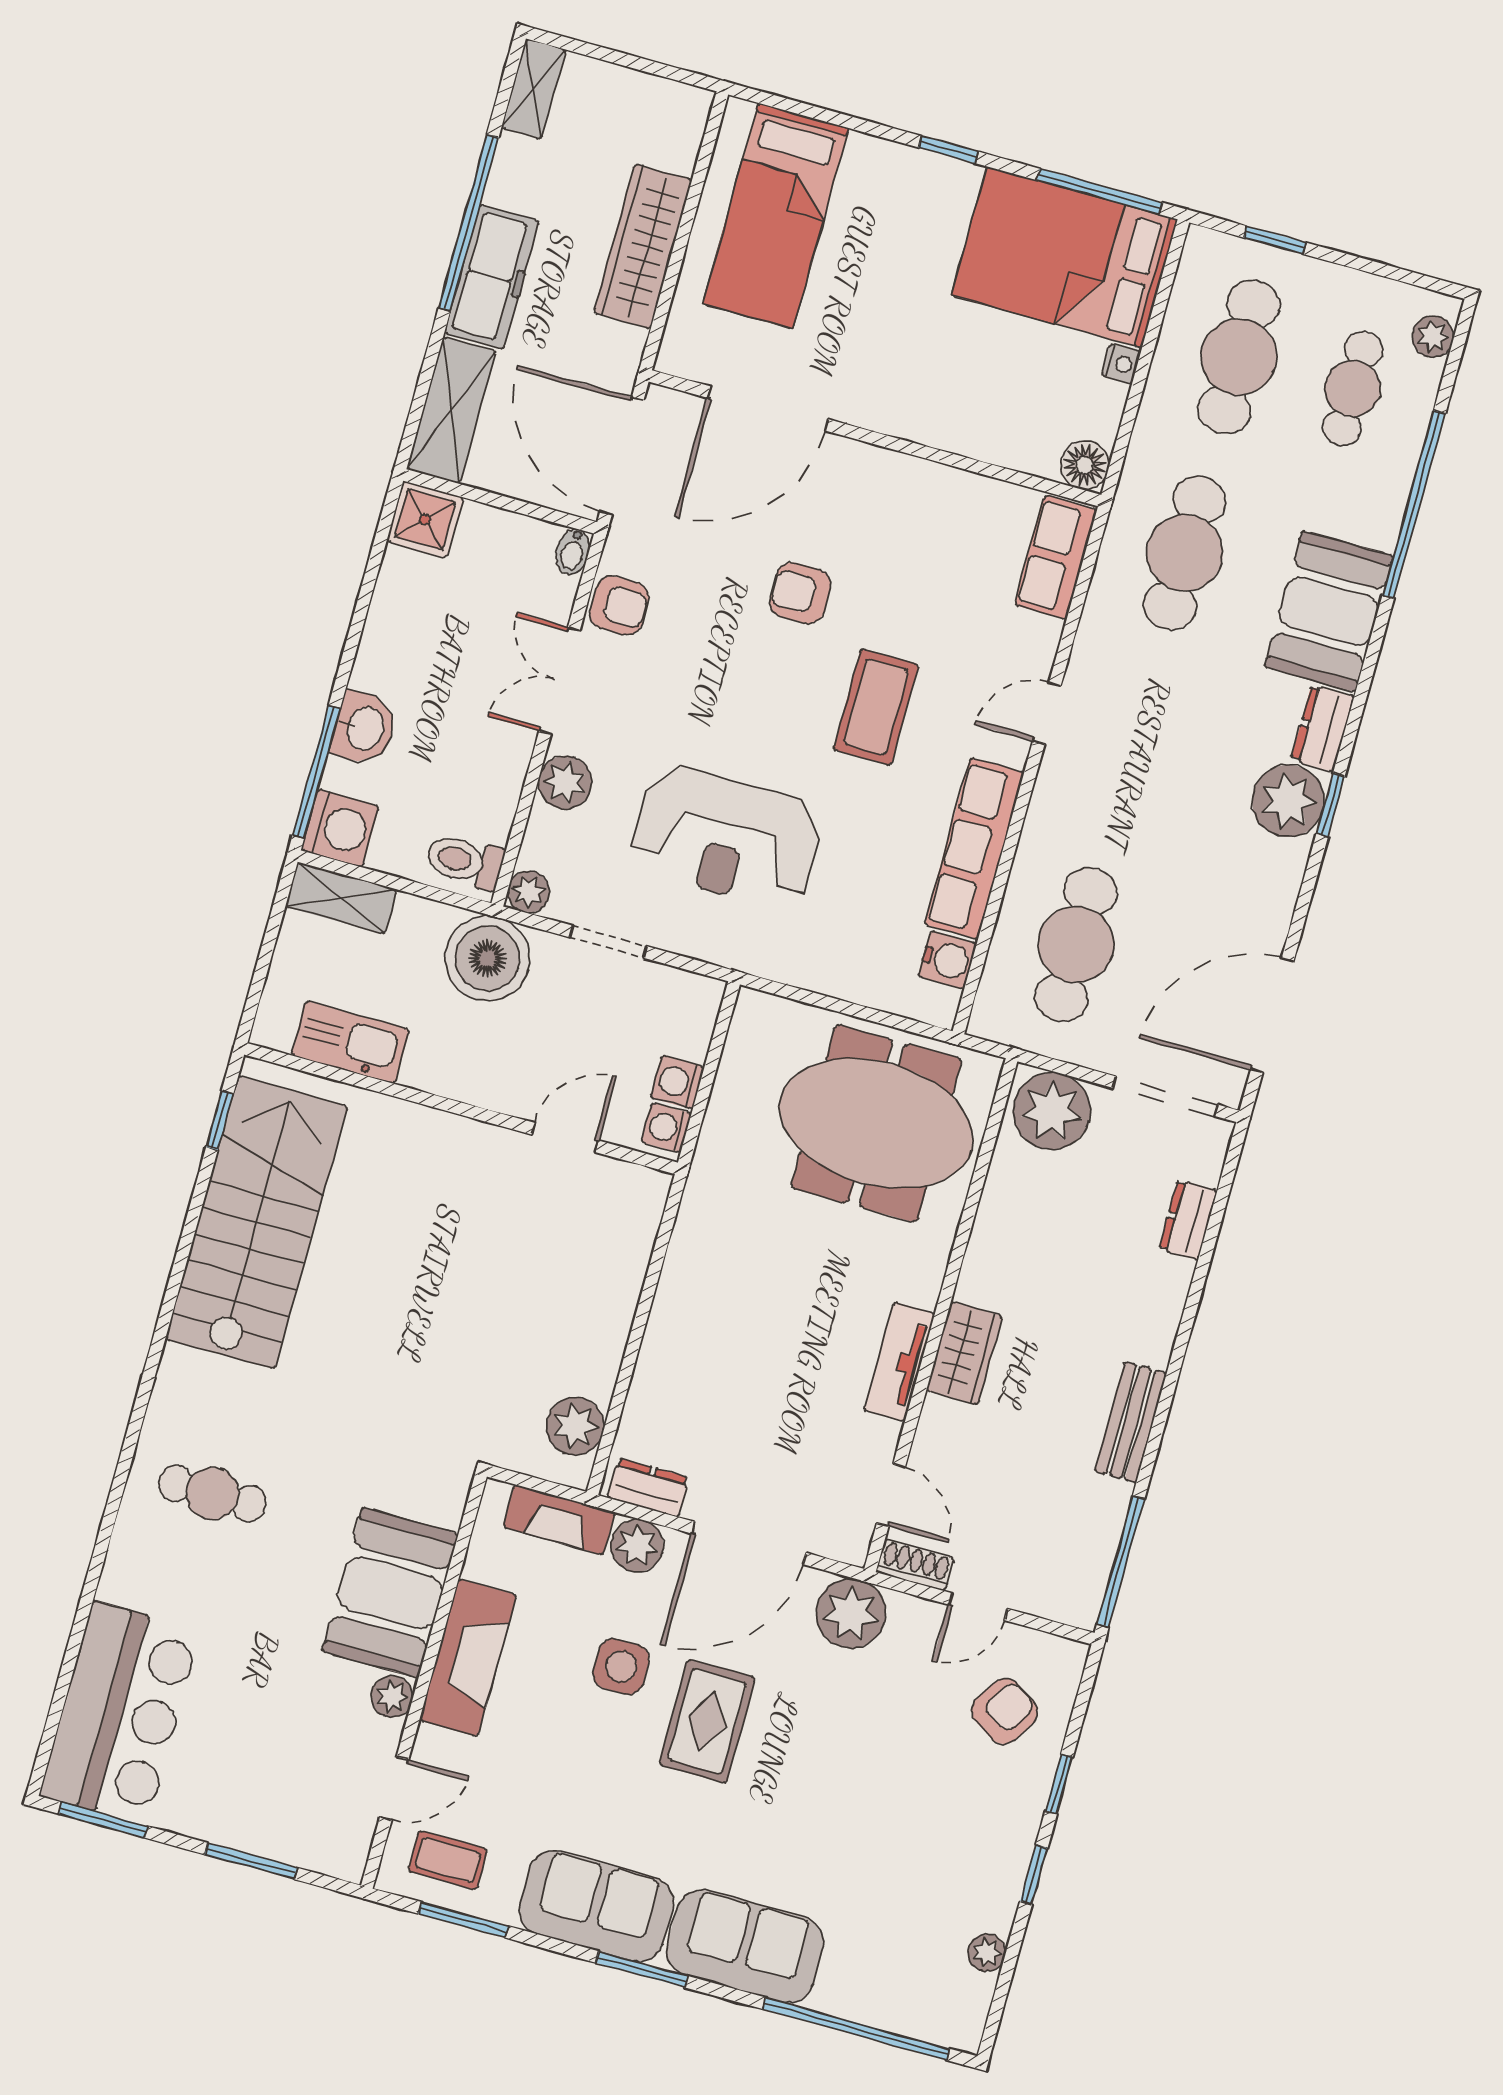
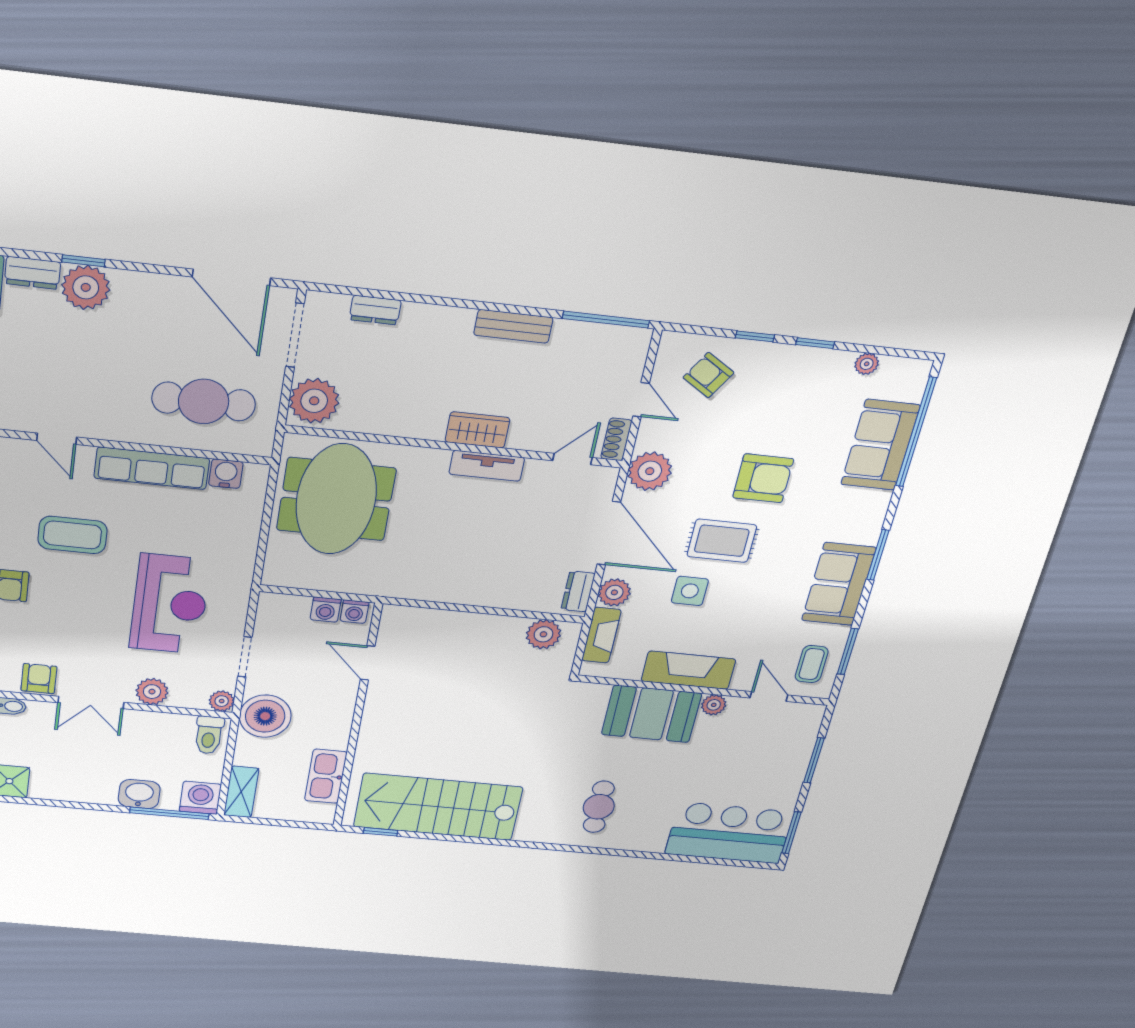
armchair: (811, 1790) -> (763, 478), added
sofa: (745, 1946) -> (880, 445), moved

